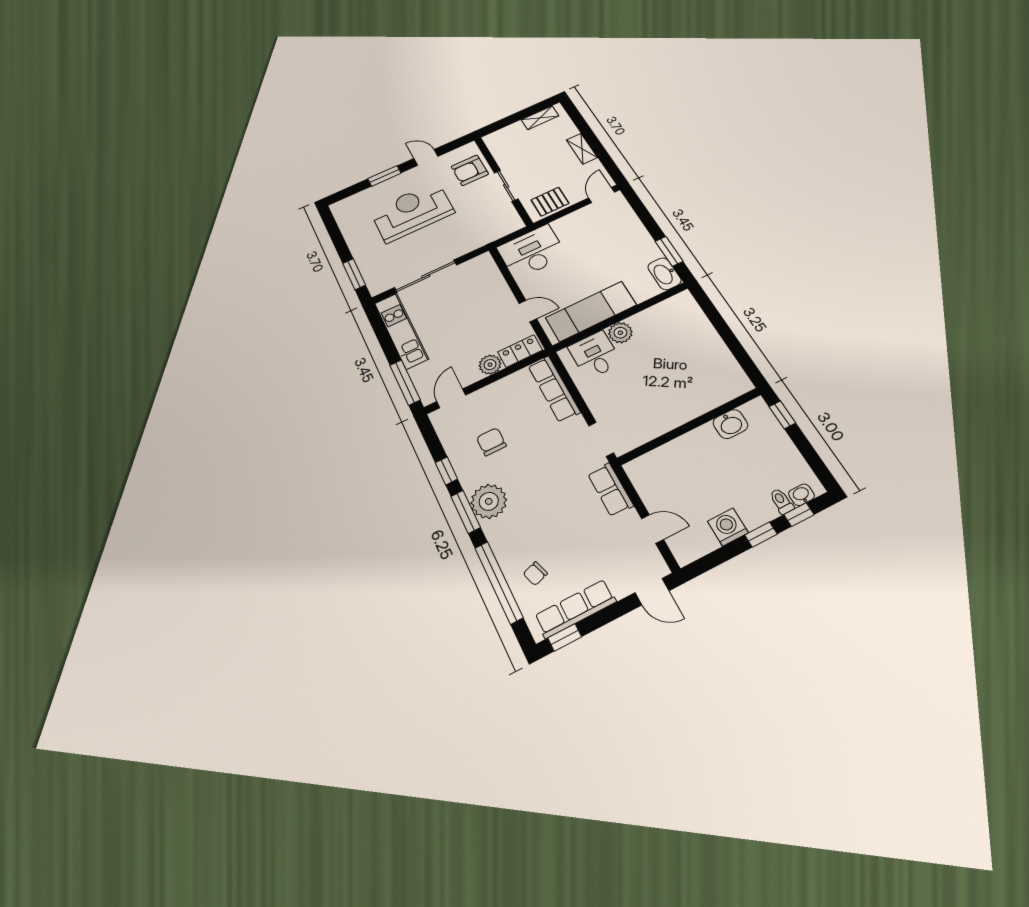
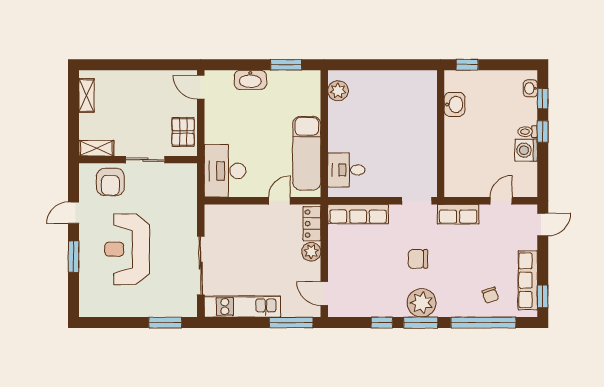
shelving: (582, 149) -> (96, 148), moved
washbasin: (664, 274) -> (250, 80), moved
plant: (620, 333) -> (338, 91), moved
chair: (491, 442) -> (418, 259), moved
toilet: (781, 501) -> (528, 132), moved

